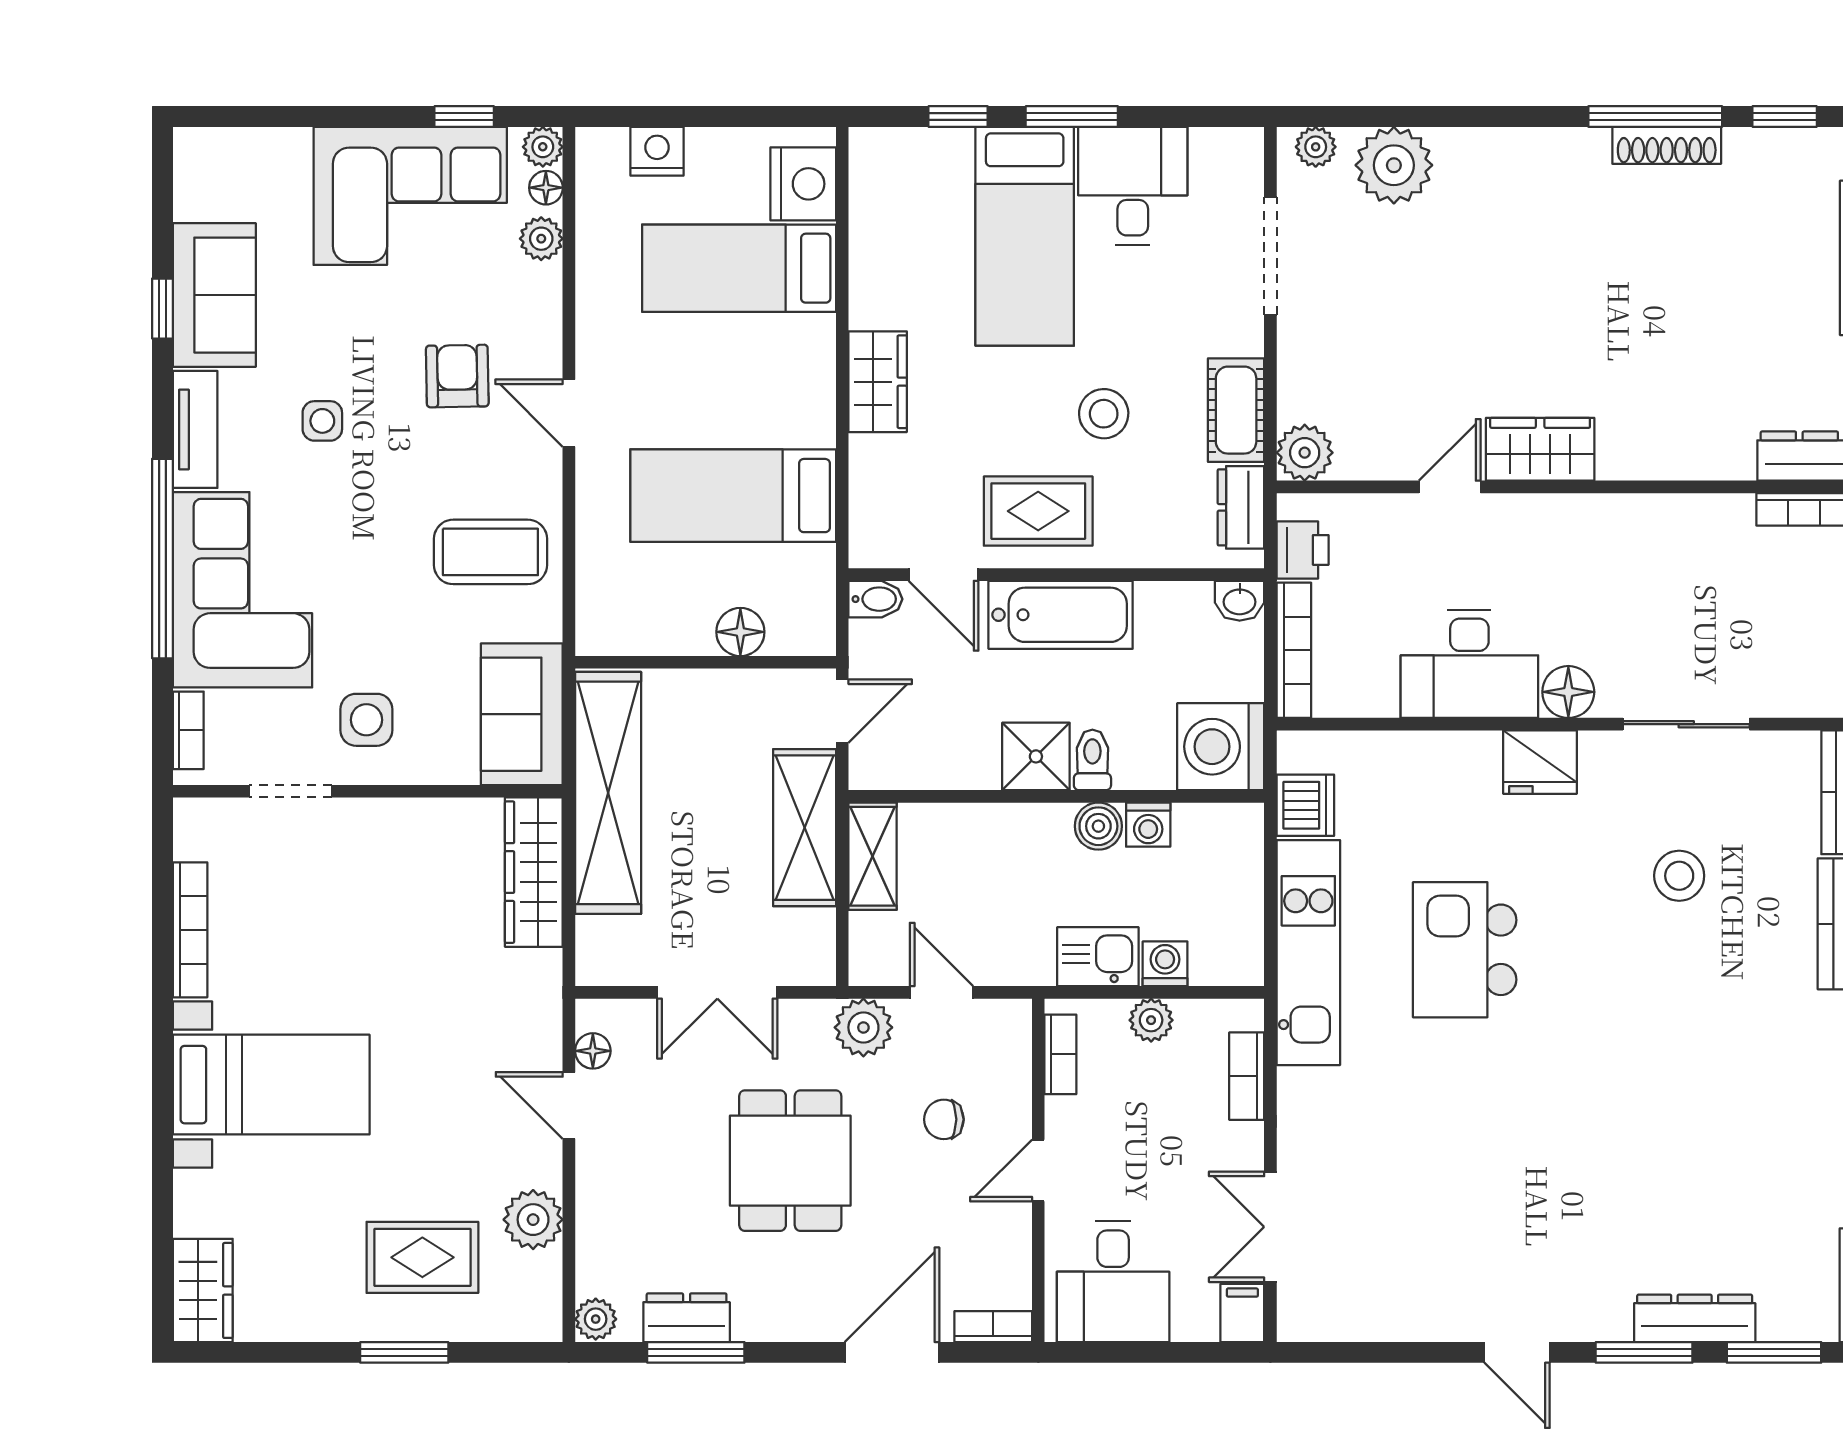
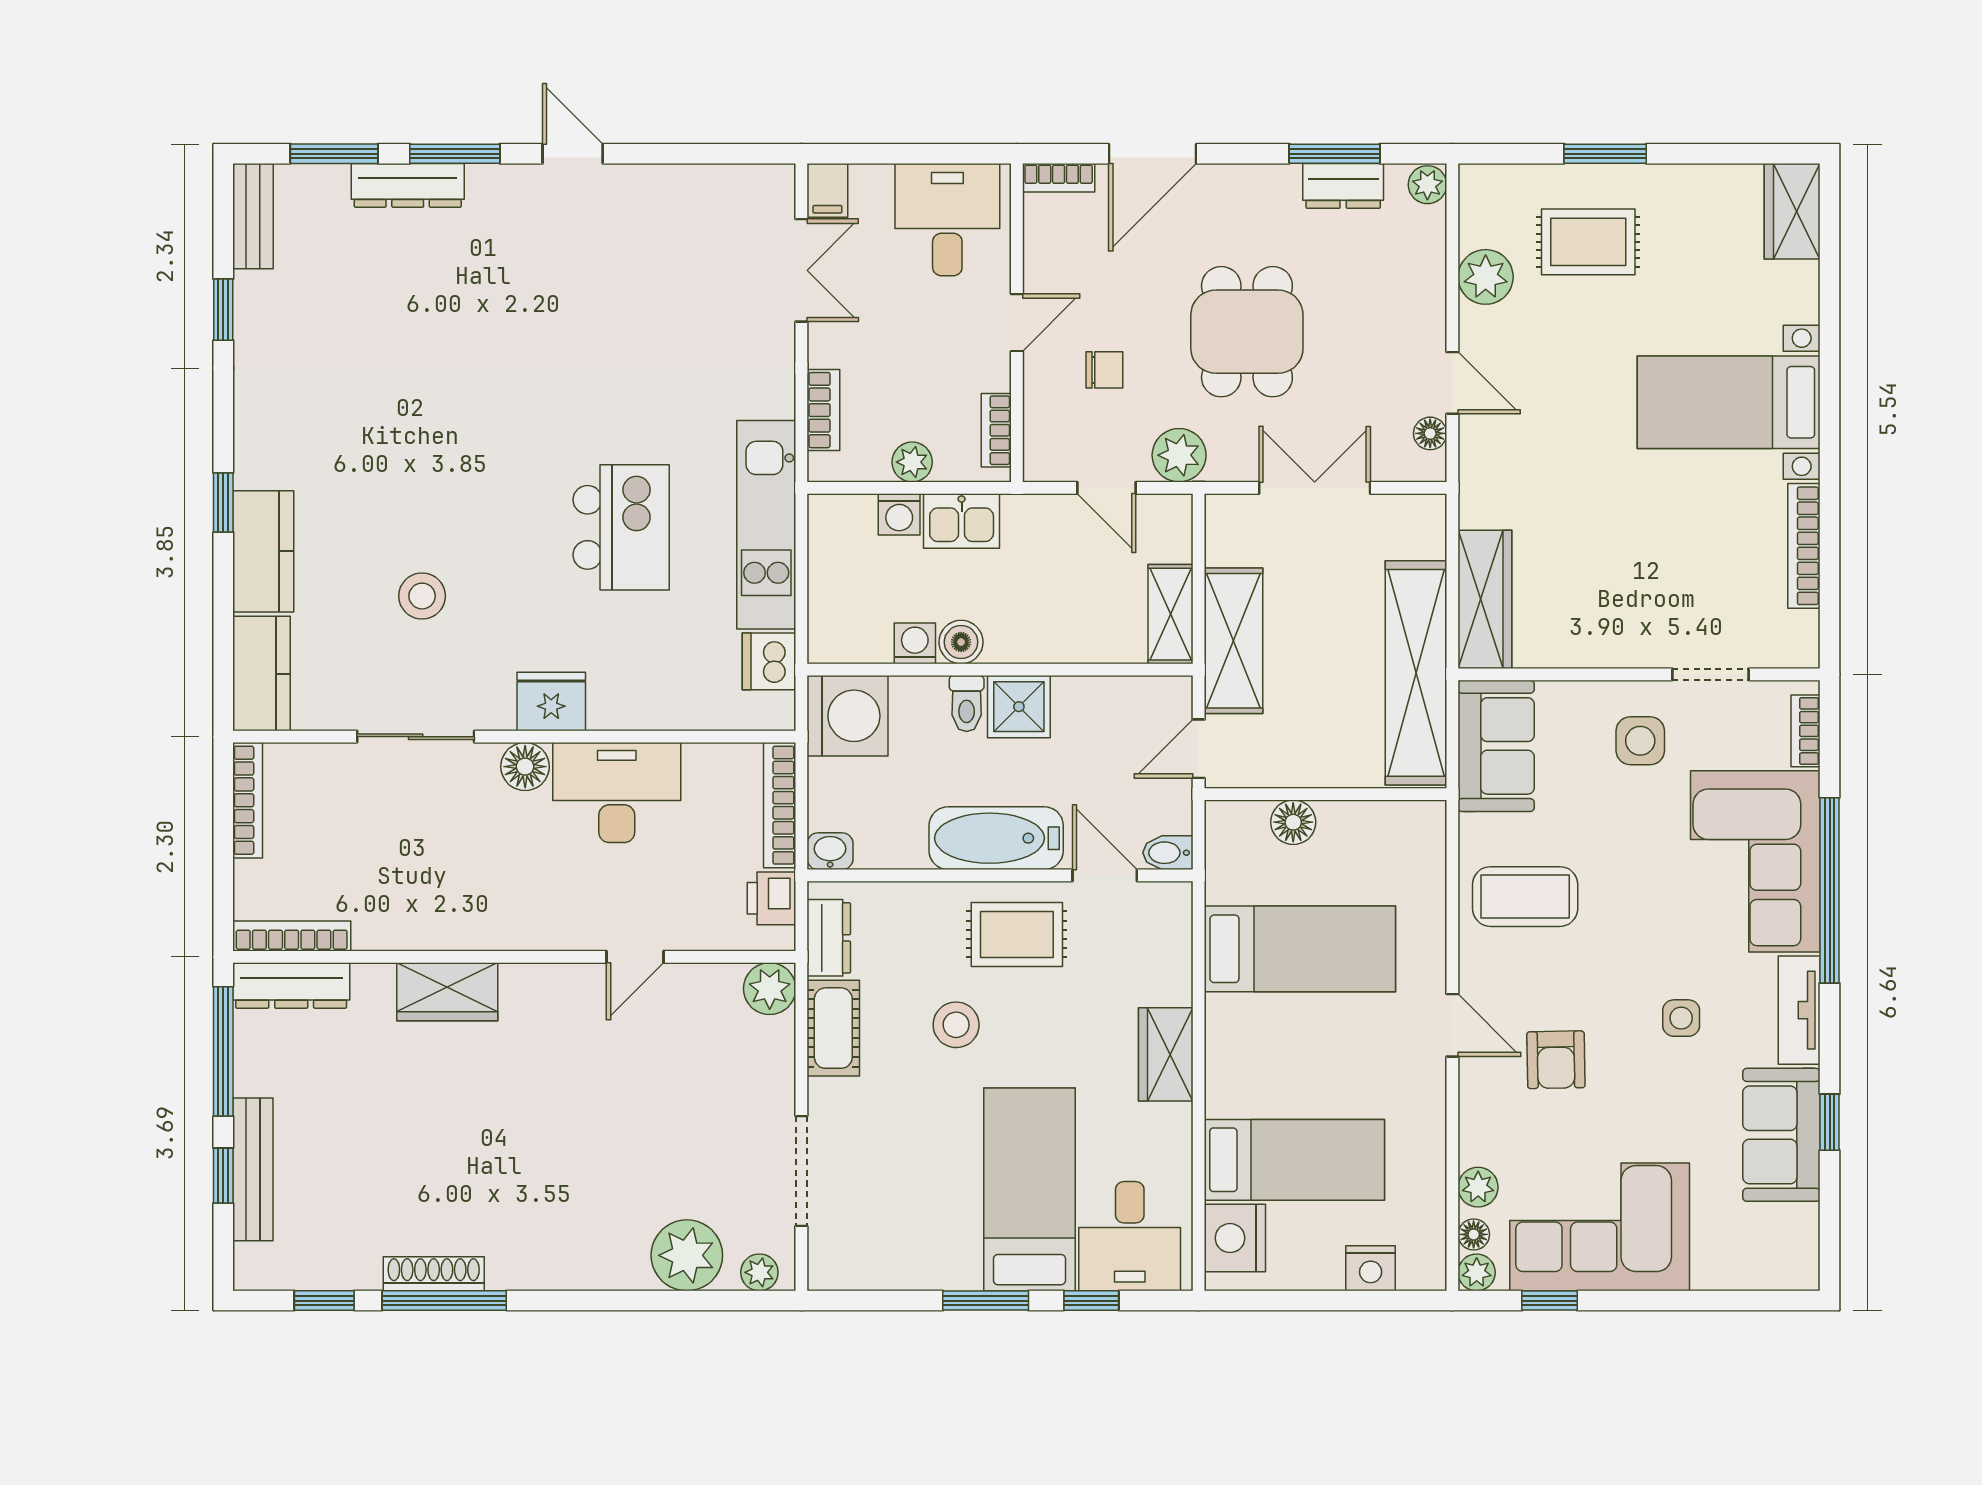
desk: (1133, 186) -> (1130, 1236), moved
wardrobe: (1540, 449) -> (447, 992), moved

